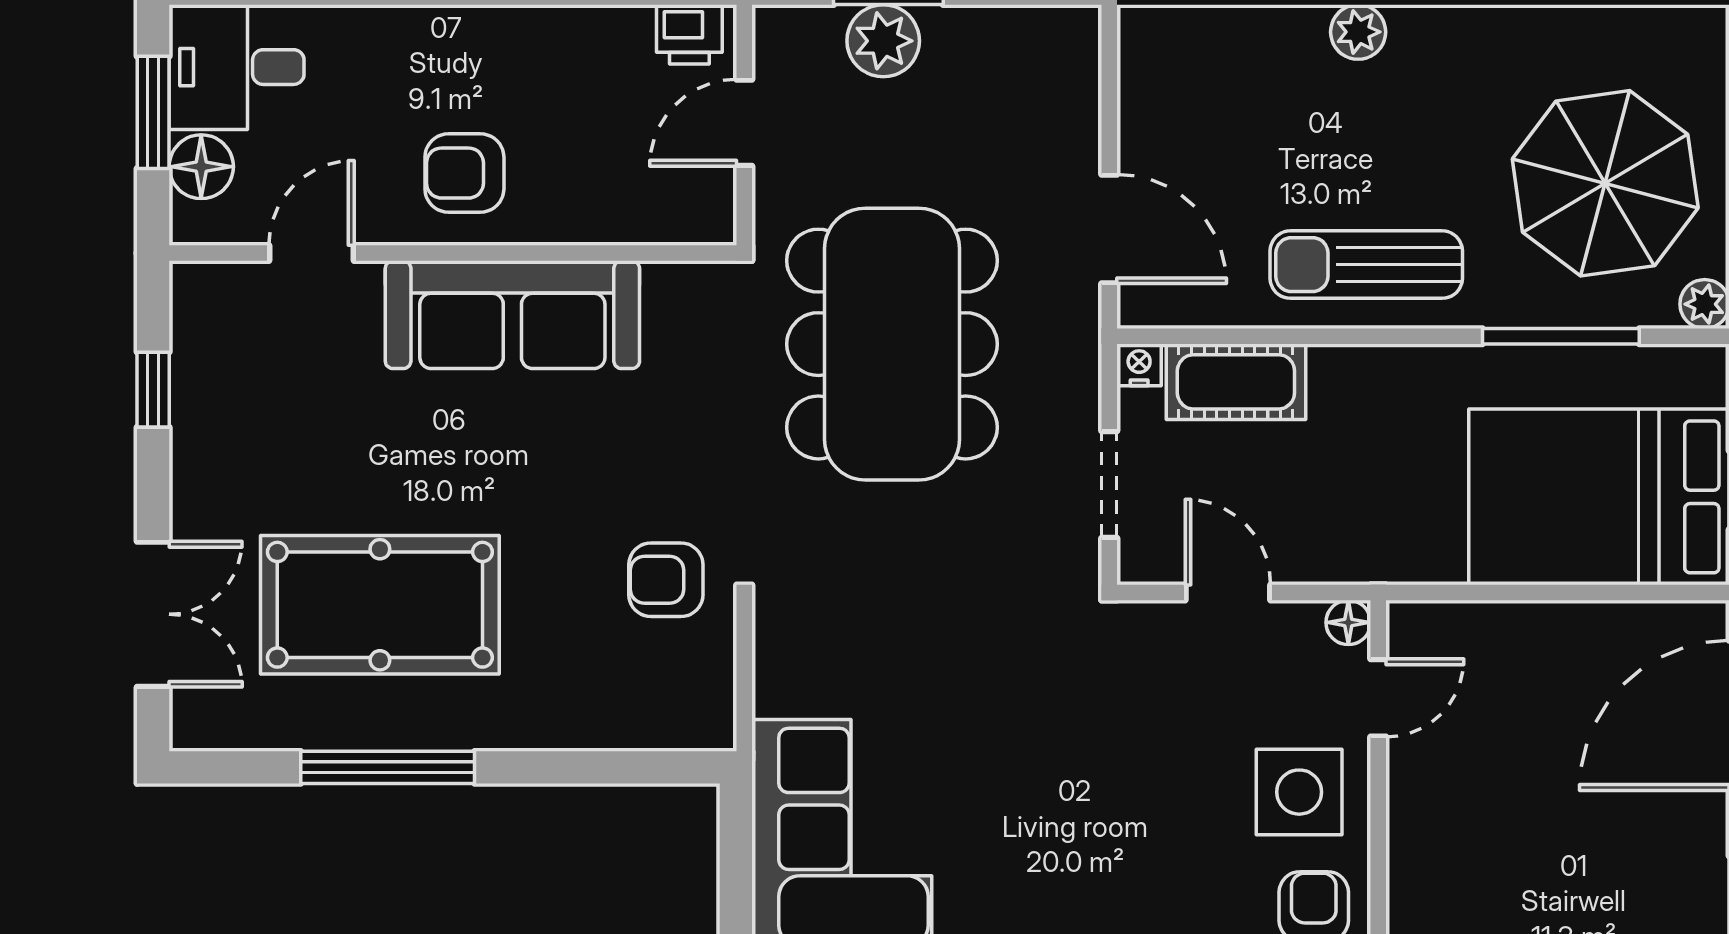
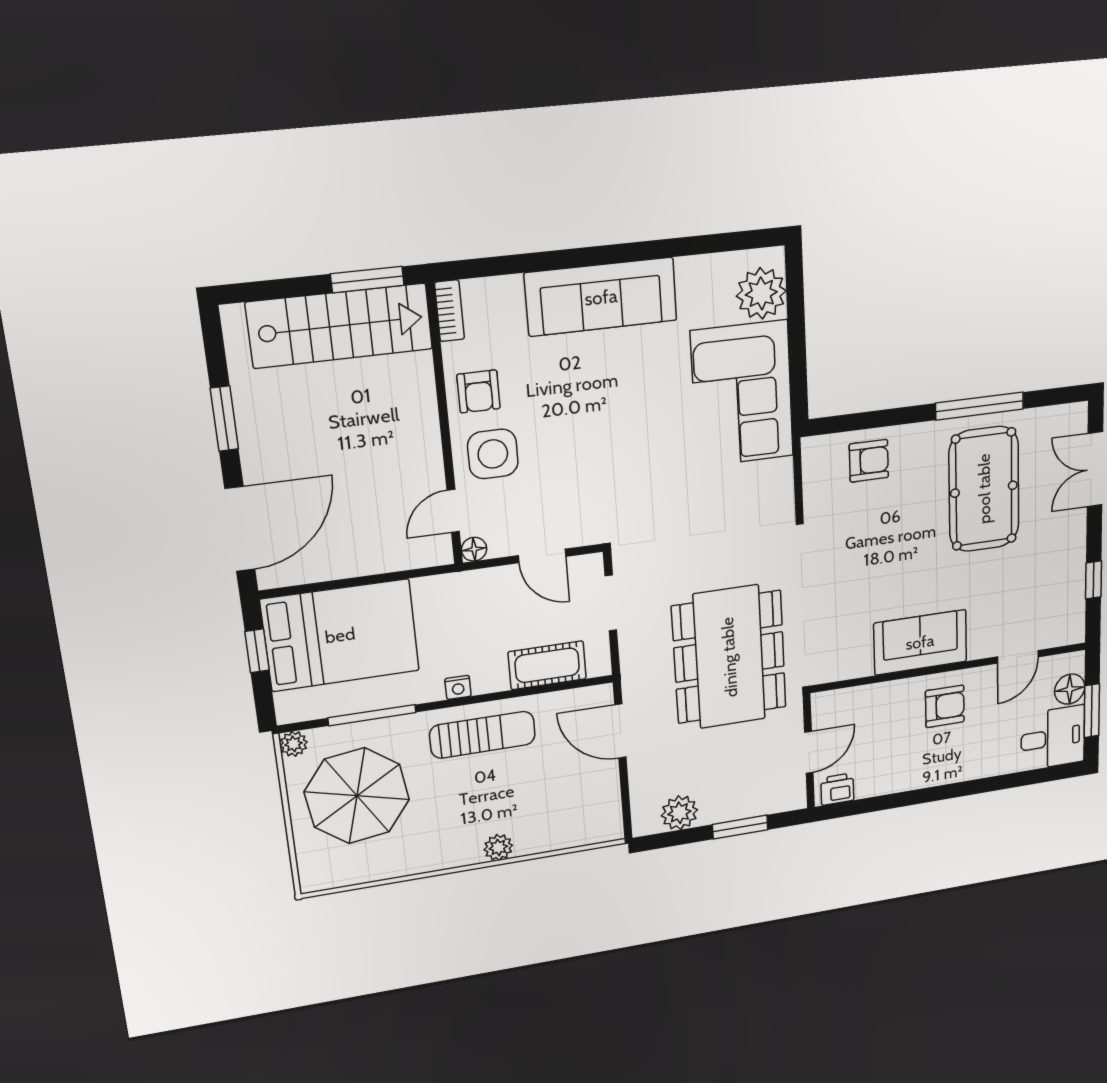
plant: (883, 41) -> (679, 813), moved
sofa: (512, 315) -> (920, 642), width x0.73
nightstand: (1139, 365) -> (458, 687), moved
armchair: (666, 580) -> (869, 461), moved
pool table: (380, 605) -> (984, 489), turned 90

